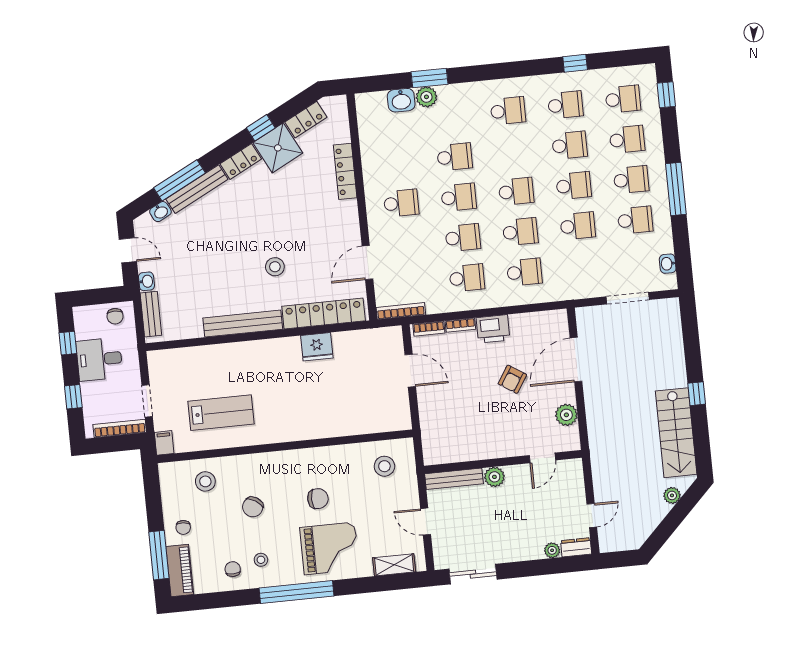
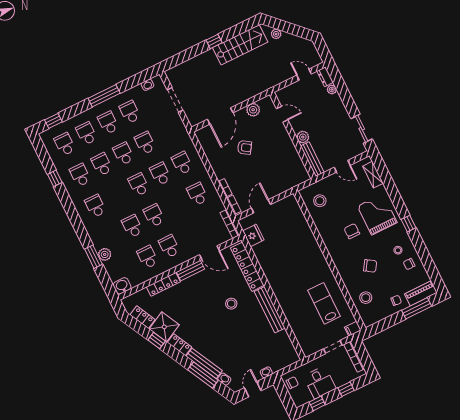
washbasin: (401, 100) -> (122, 286), moved, turned -90
school desk: (463, 238) -> (148, 257), moved
bench: (151, 314) -> (191, 270), moved
printer: (493, 329) -> (220, 169), removed
fridge: (317, 347) -> (253, 235), moved
door: (576, 360) -> (220, 116), hinge flipped
door: (426, 522) -> (342, 166), hinge flipped
window: (297, 592) -> (409, 224), width x0.32

